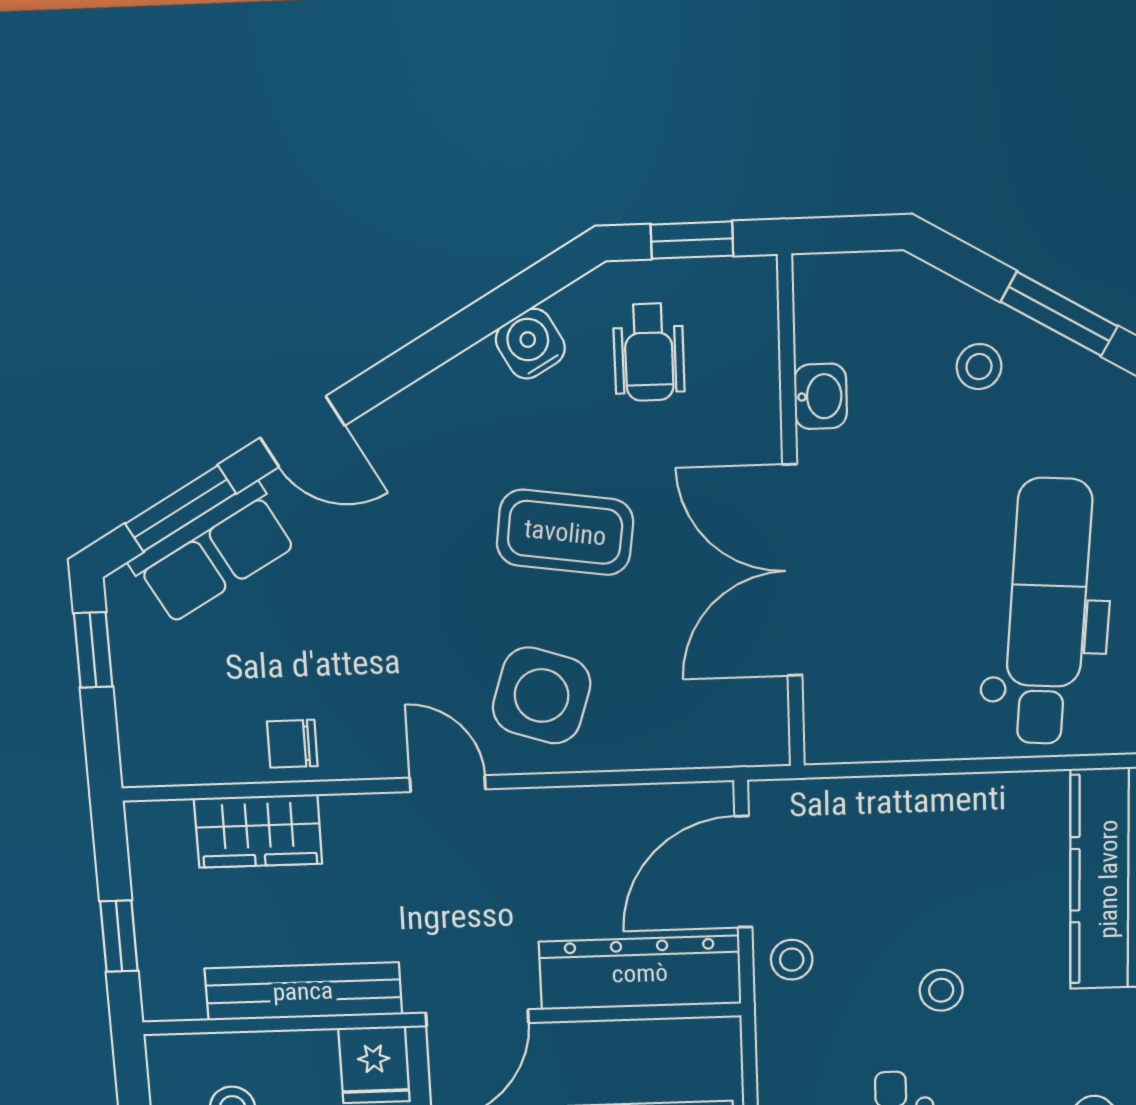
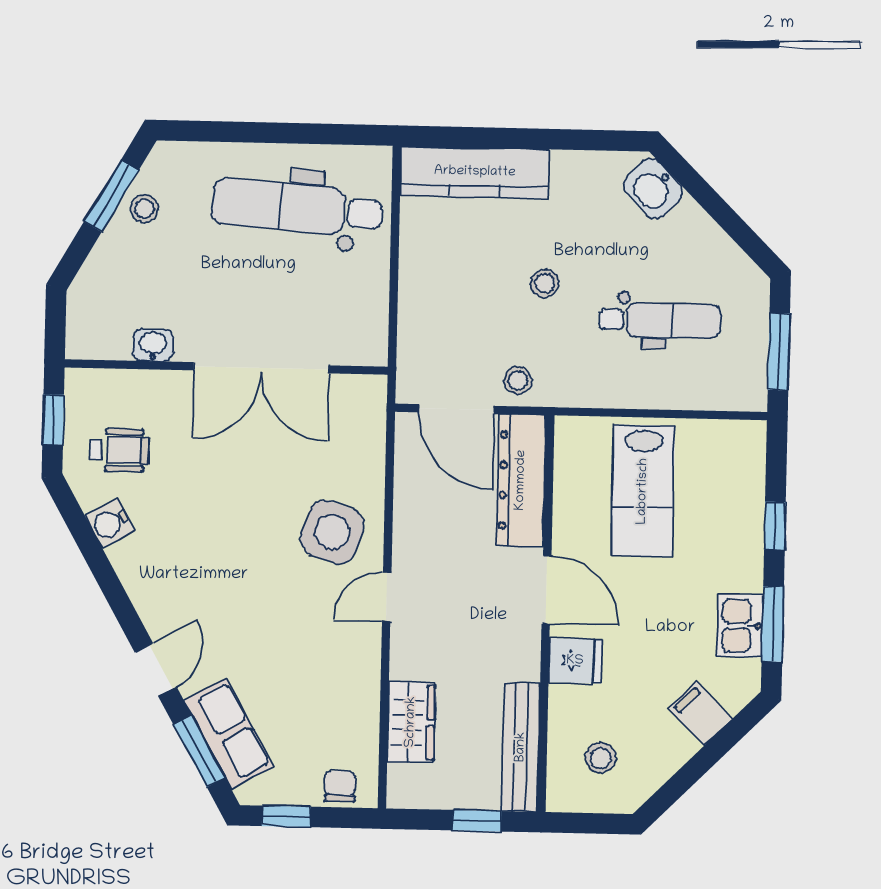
stool: (979, 367) -> (144, 209), moved
coffee table: (565, 532) -> (228, 510), removed
chair: (292, 744) -> (340, 786), moved, turned 180
bench: (303, 991) -> (521, 747), moved

